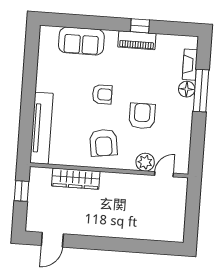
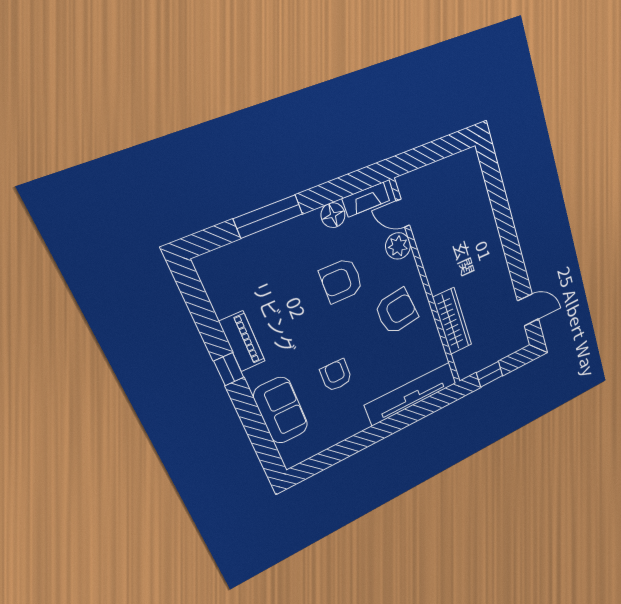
window: (140, 26) -> (229, 369), moved
fireplace: (190, 65) -> (366, 199), moved
floor lamp: (187, 89) -> (333, 215), moved
armchair: (102, 94) -> (336, 375), moved

